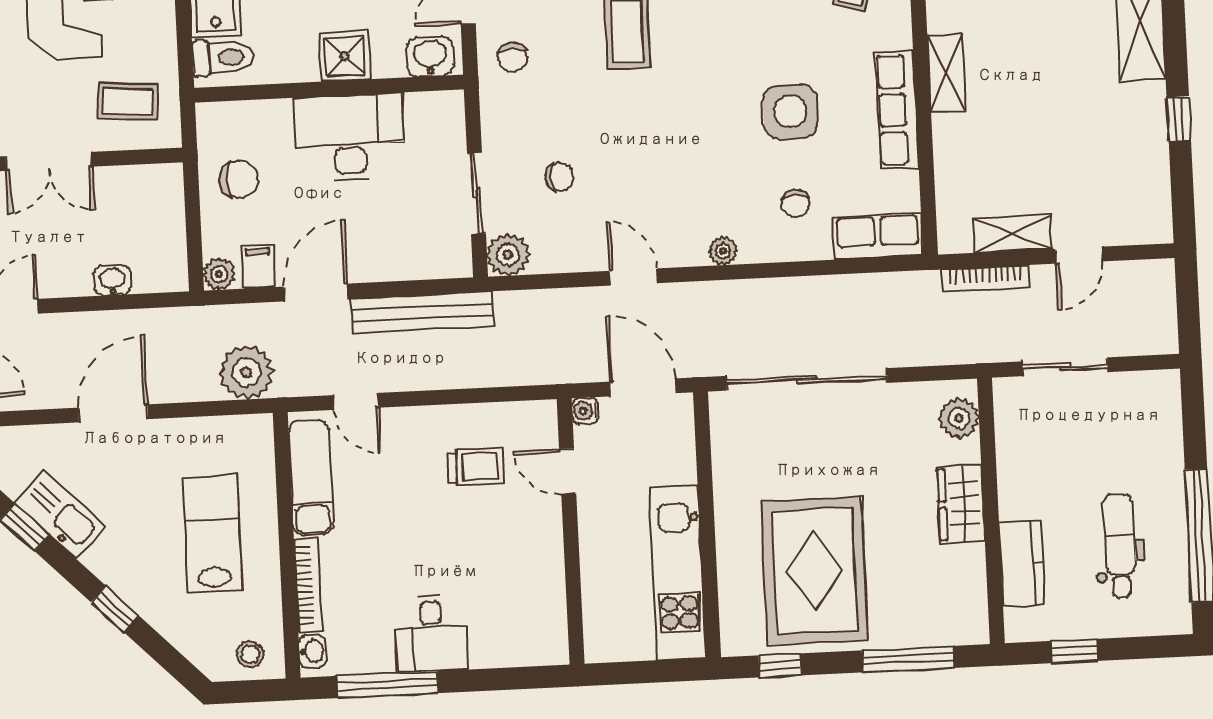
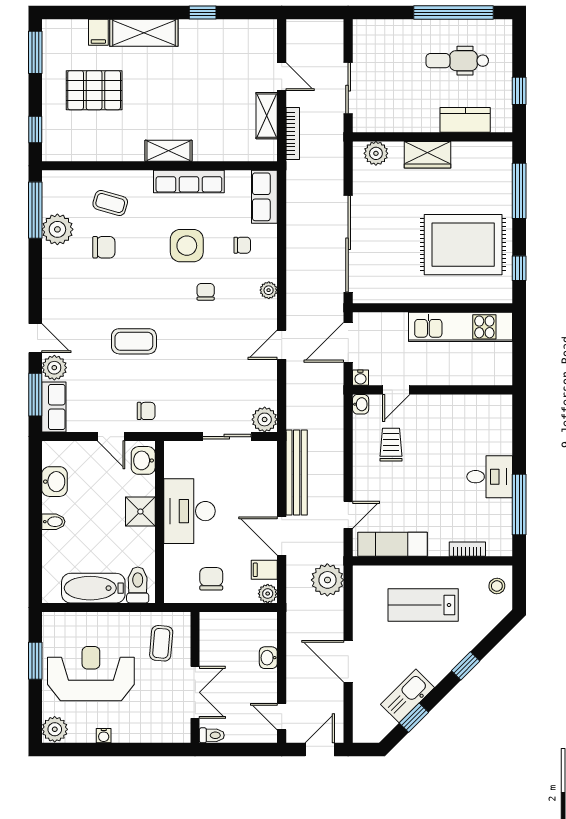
chair: (559, 177) -> (206, 292), moved
bookcase: (308, 585) -> (467, 549), width x0.64
washbasin: (313, 651) -> (361, 404), moved, turned 90

